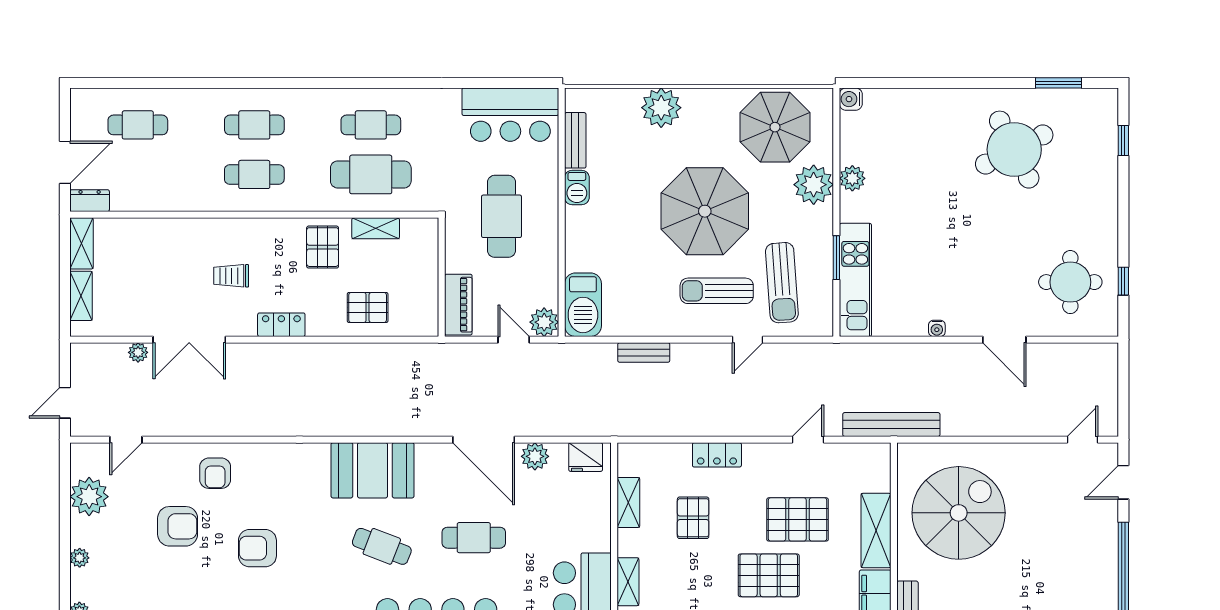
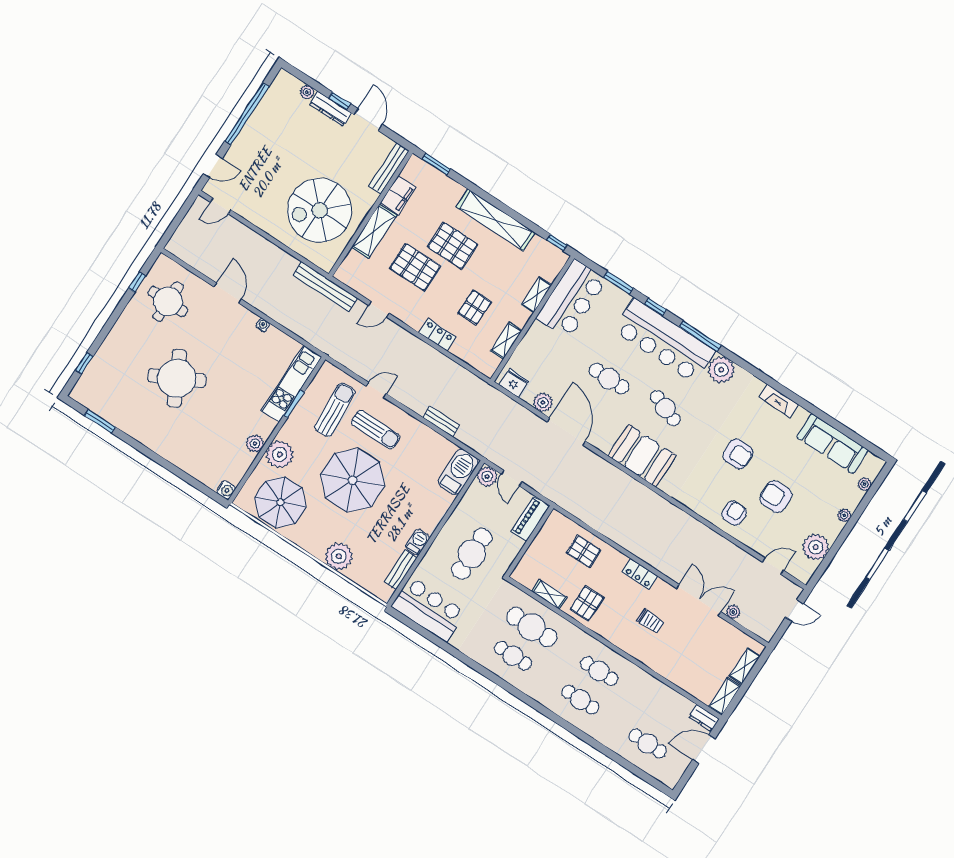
round table: (1014, 150) -> (177, 378), moved

